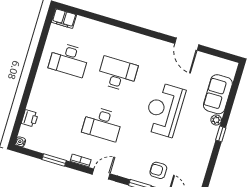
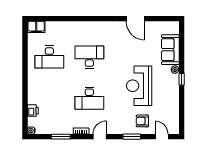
reception desk: (164, 110) -> (139, 86), moved

